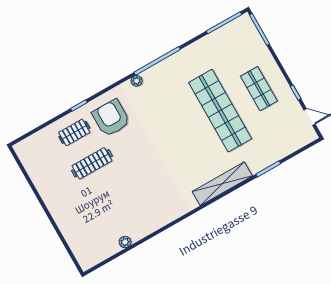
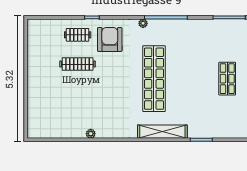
shop shelf: (220, 111) -> (154, 79), moved
plant: (125, 242) -> (91, 134), moved

